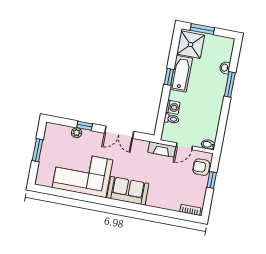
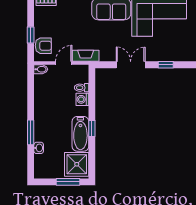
plant: (77, 133) -> (172, 56), removed

